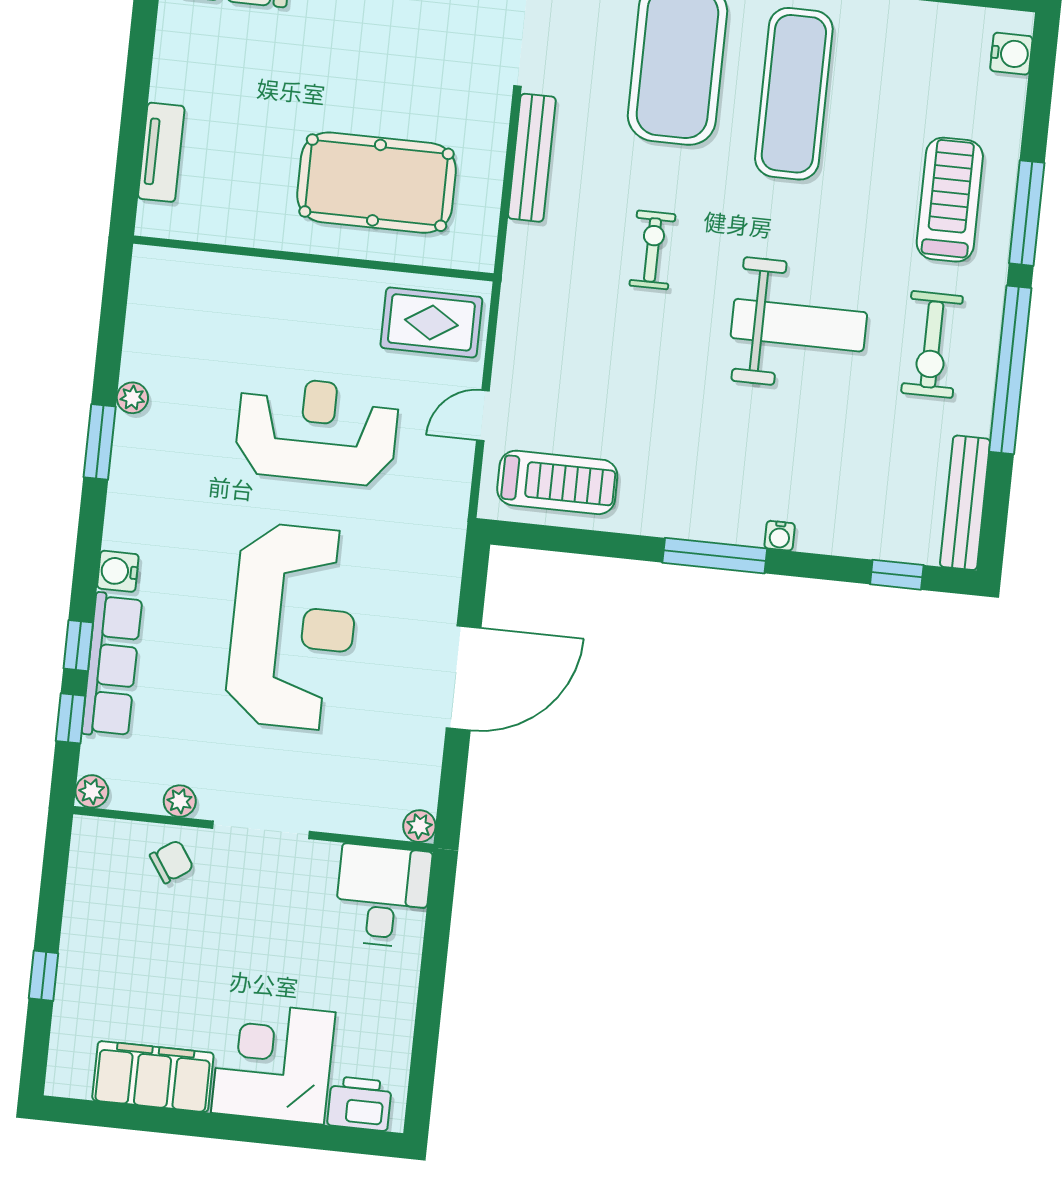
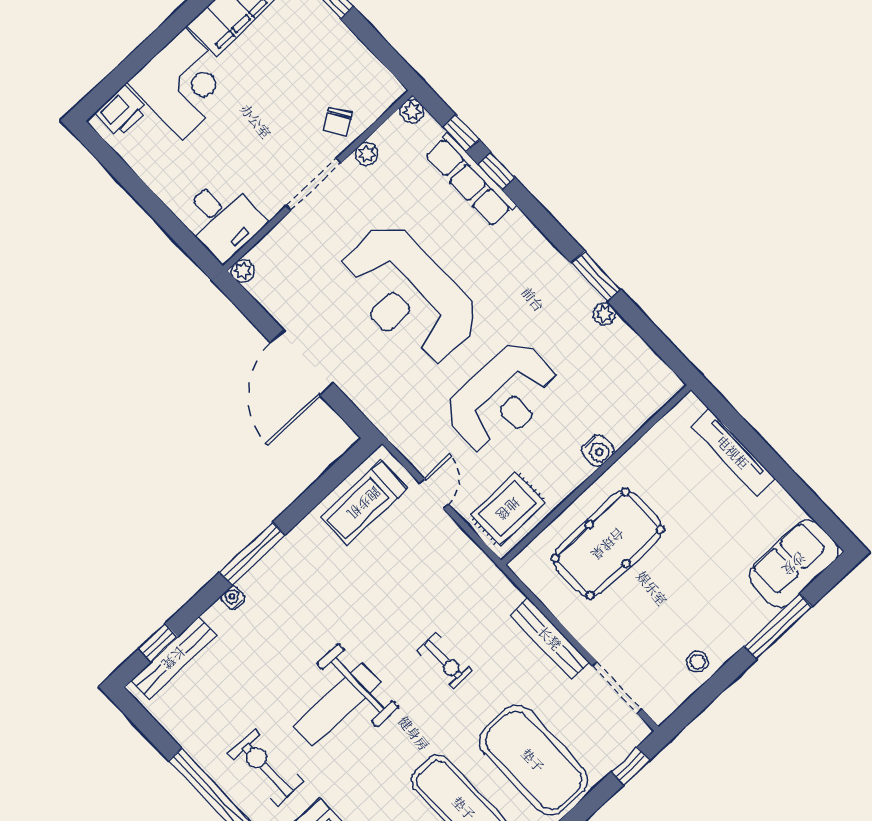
tv unit: (161, 152) -> (733, 452), width x1.41
bench: (965, 503) -> (174, 658), moved, turned 90
water cooler: (118, 571) -> (598, 451), moved, turned 90

